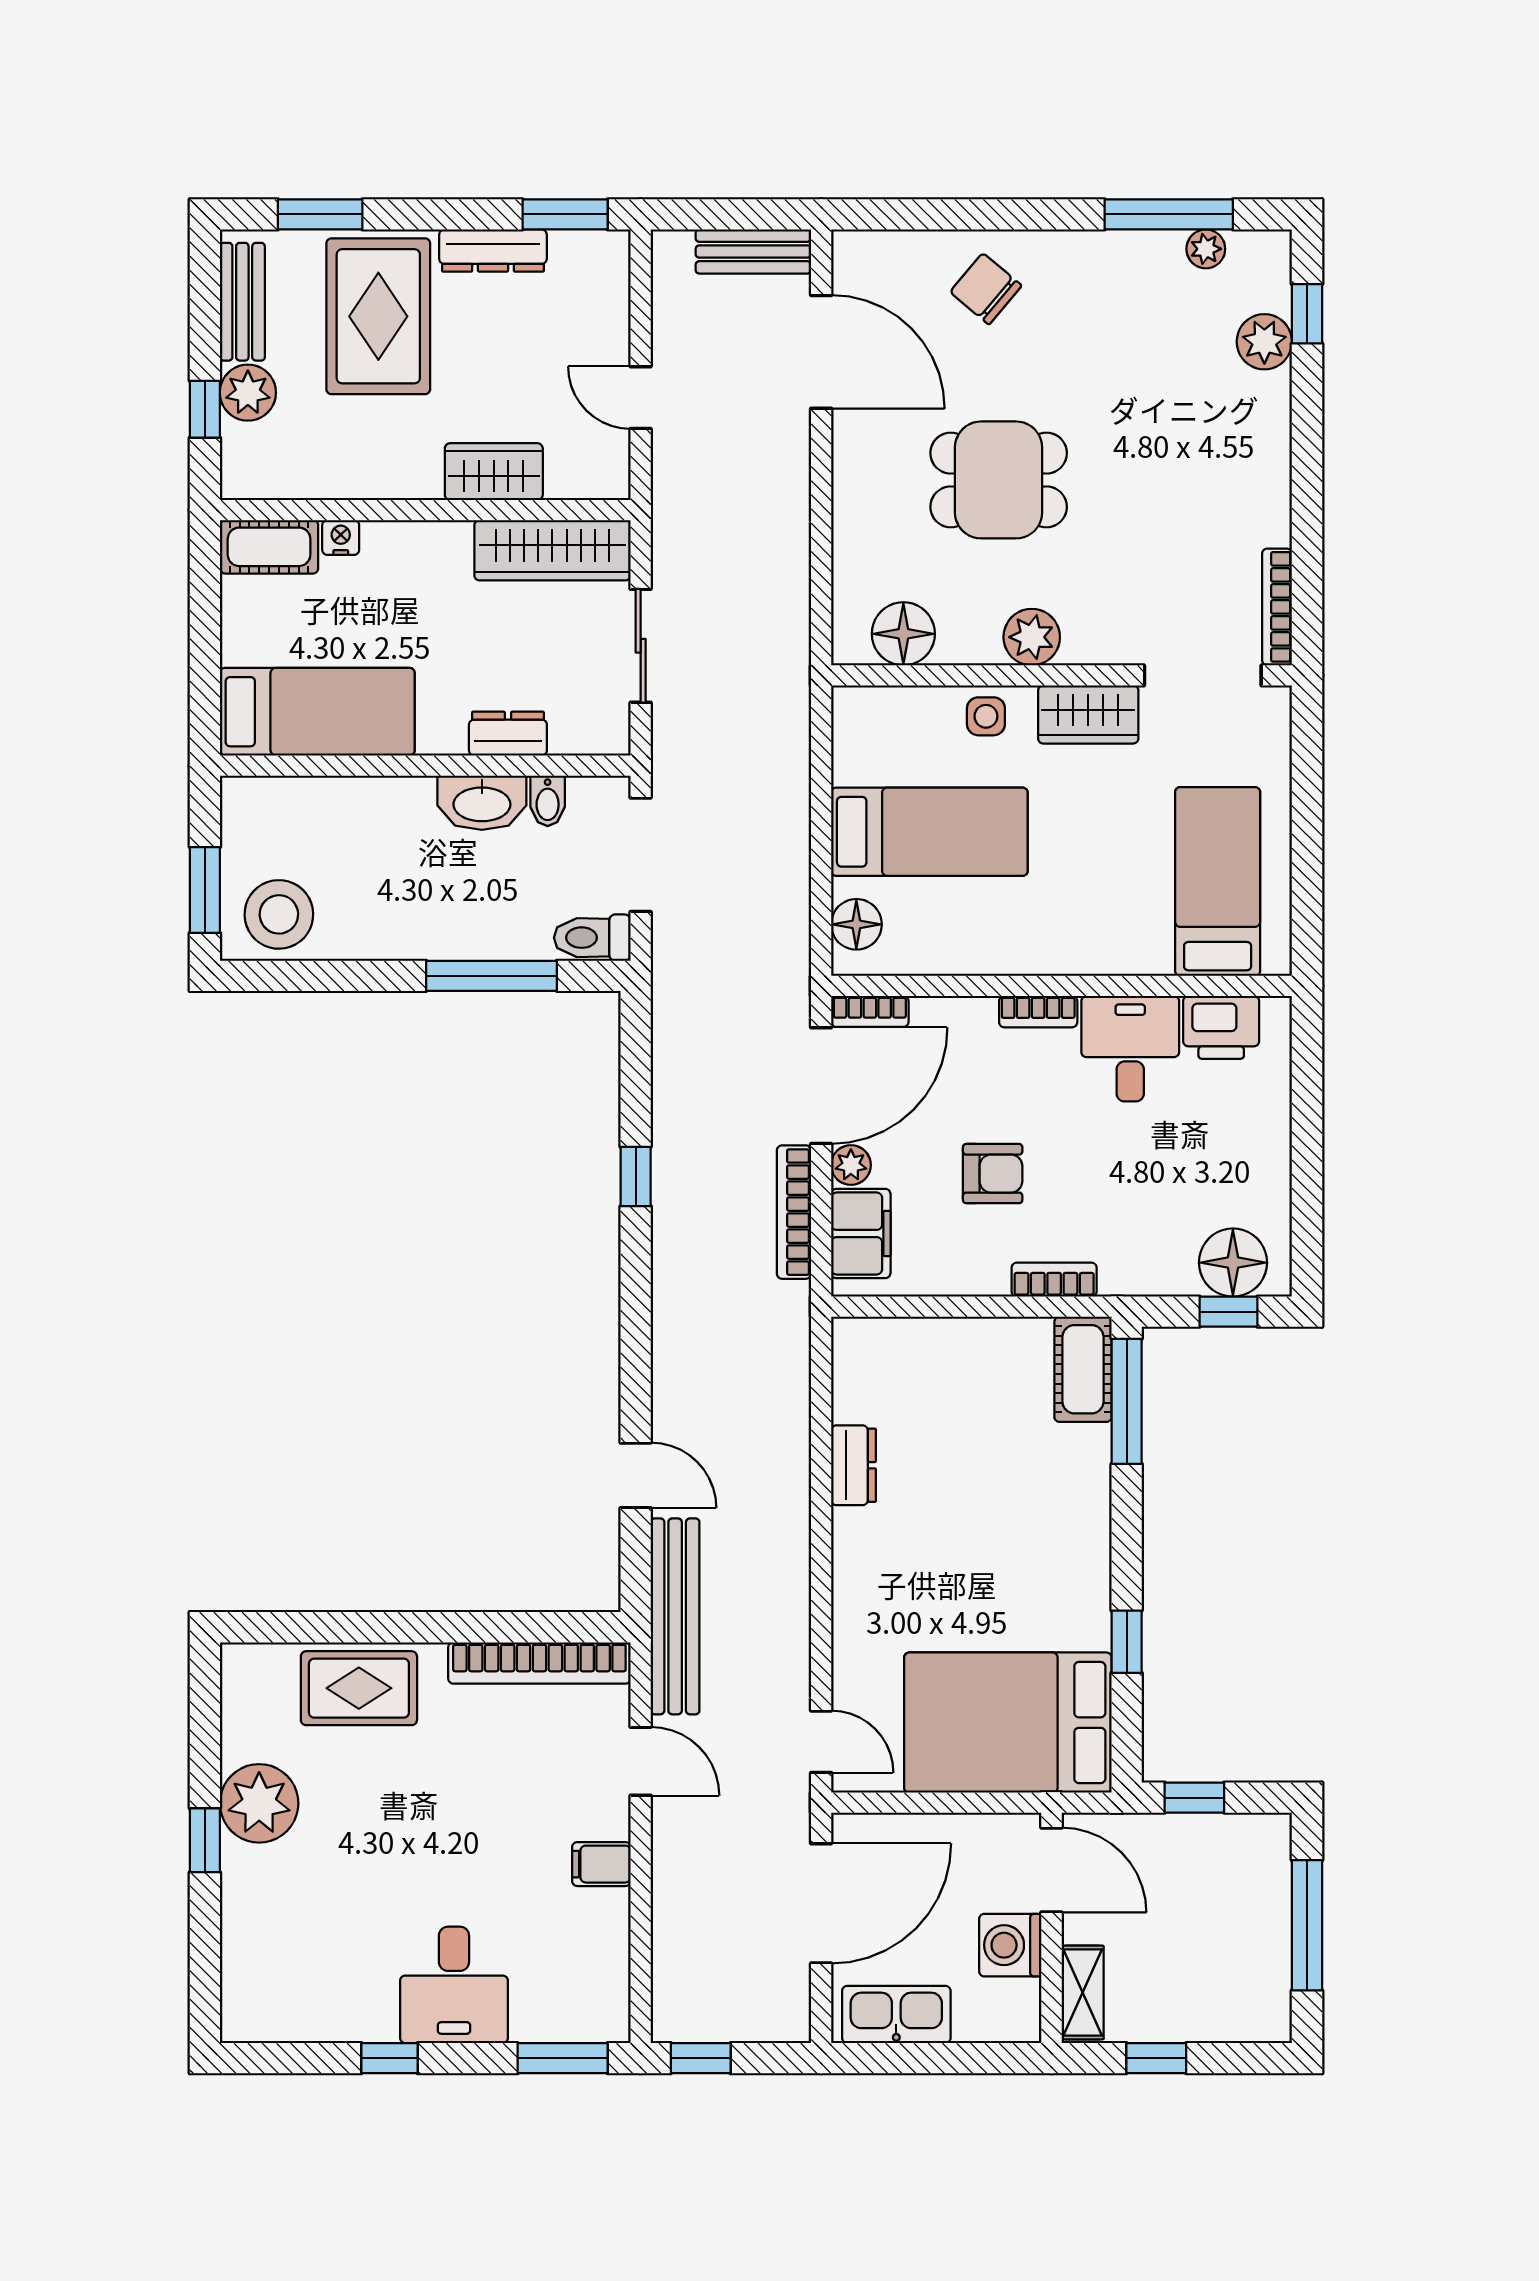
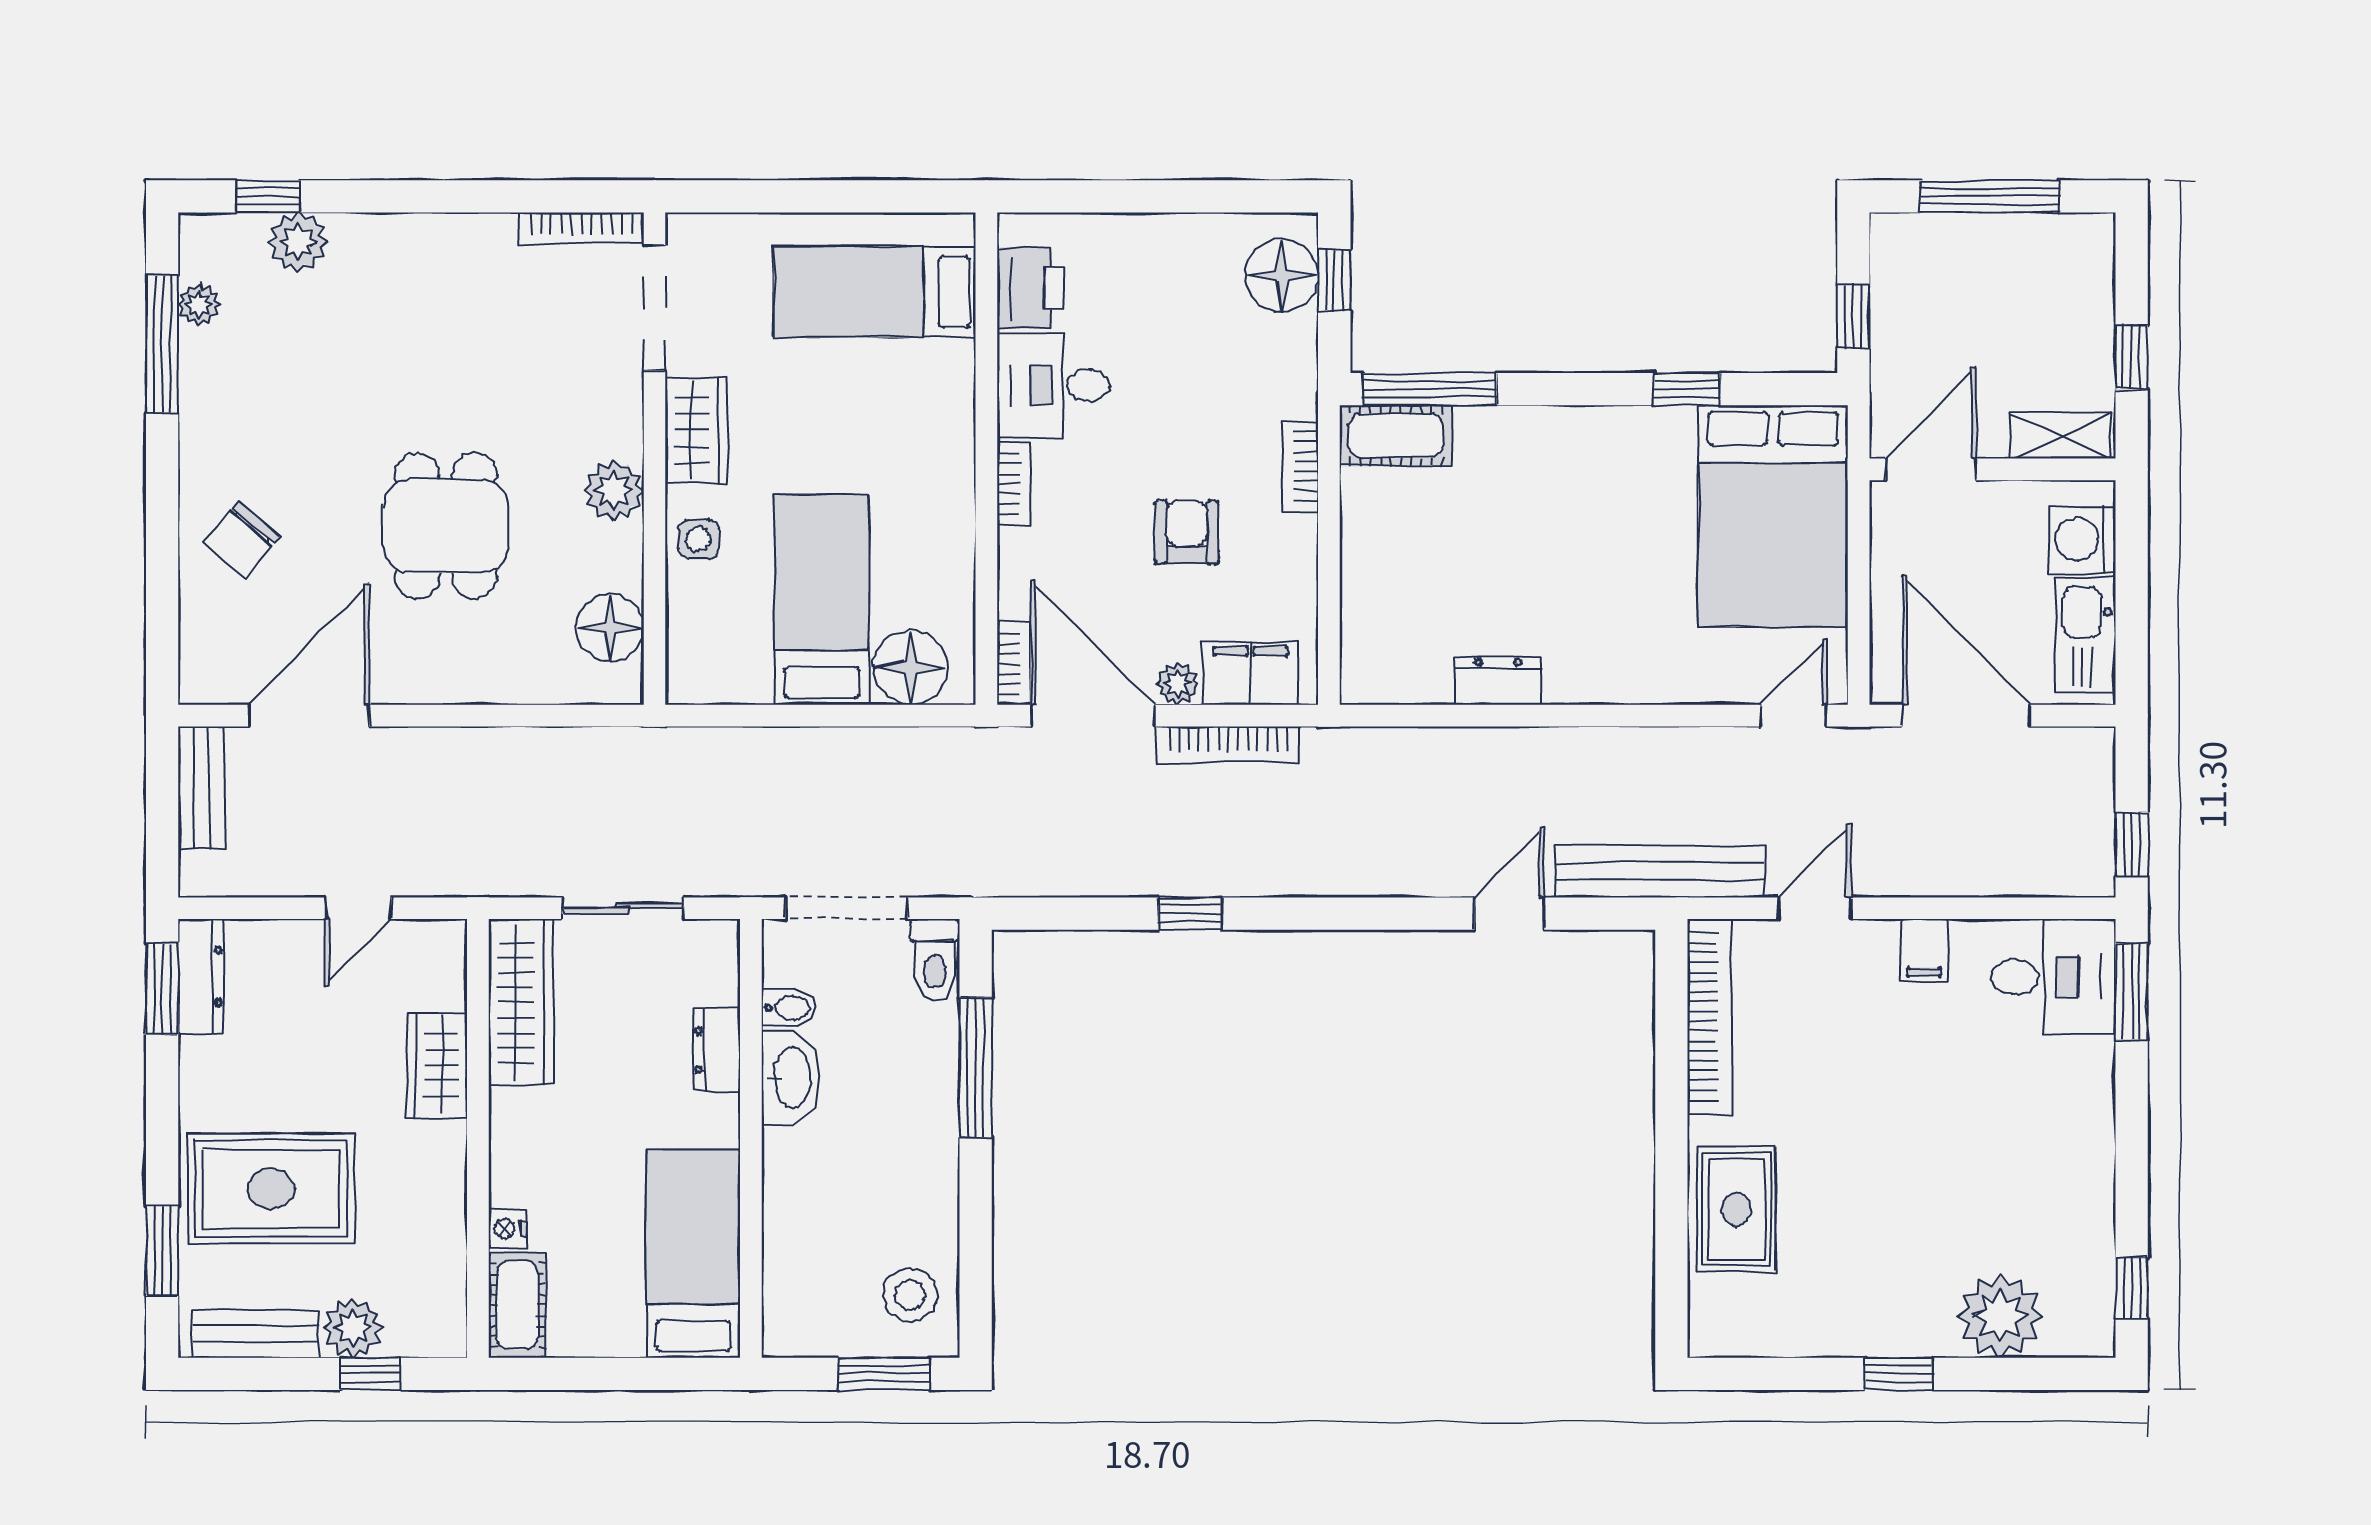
dresser: (493, 251) -> (201, 976), moved
stool: (279, 914) -> (910, 1295), width x0.73, depth x0.73
floor lamp: (856, 924) -> (910, 668), width x1.38, depth x1.38
plant: (259, 1803) -> (2000, 1316), moved
washing machine: (1010, 1945) -> (2082, 540), moved, turned 90
desk: (454, 1985) -> (2053, 977), moved
window: (390, 2058) -> (2132, 1288), moved

